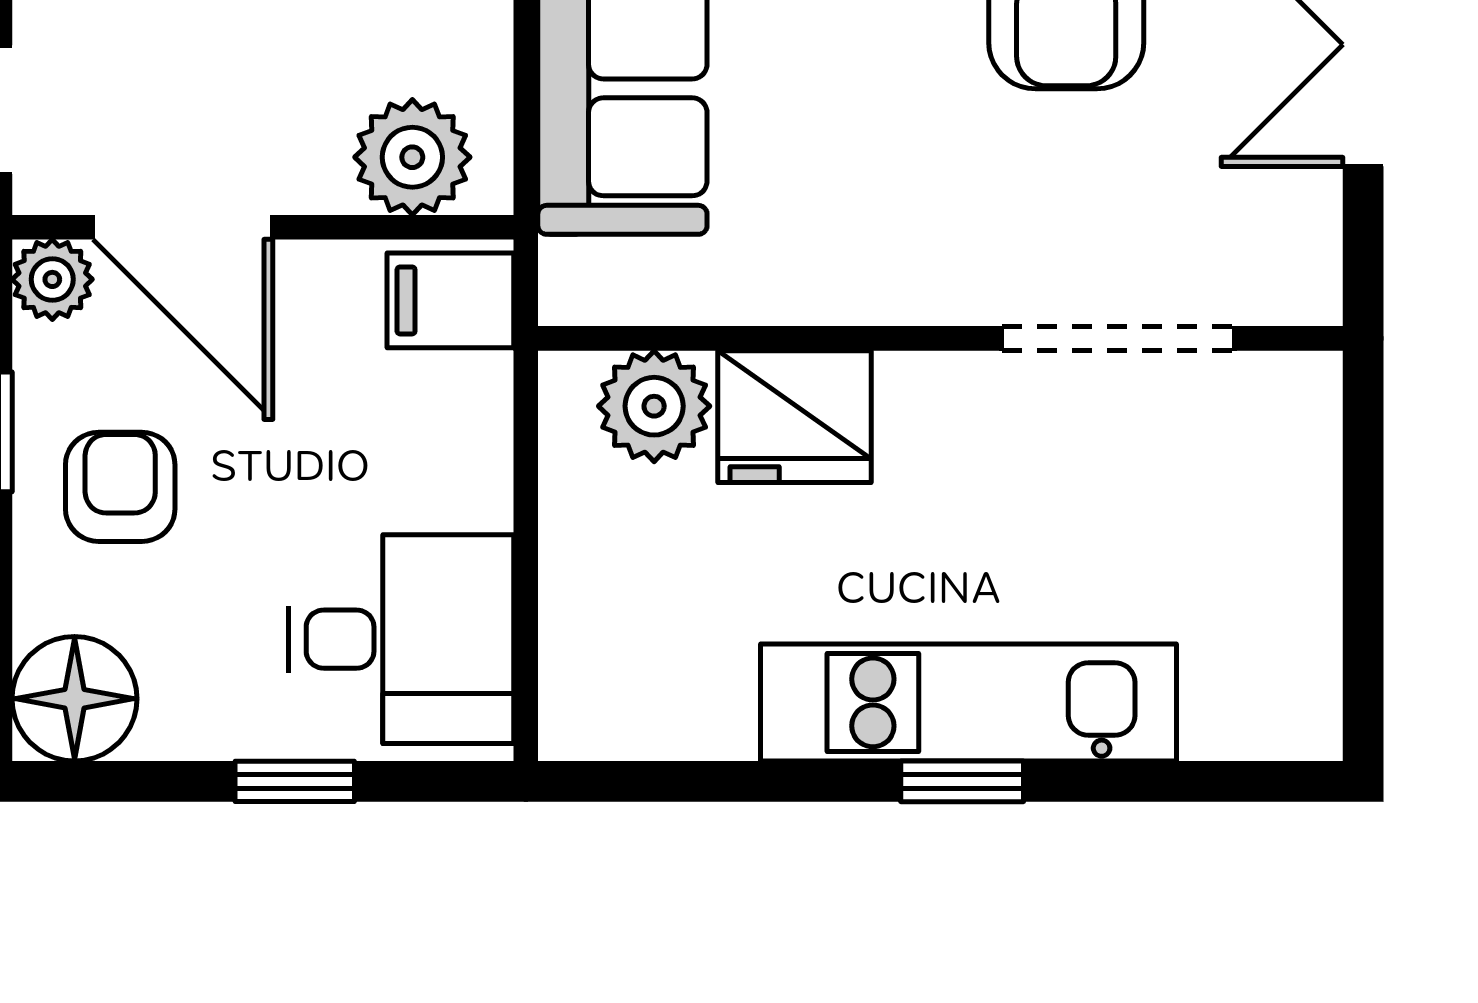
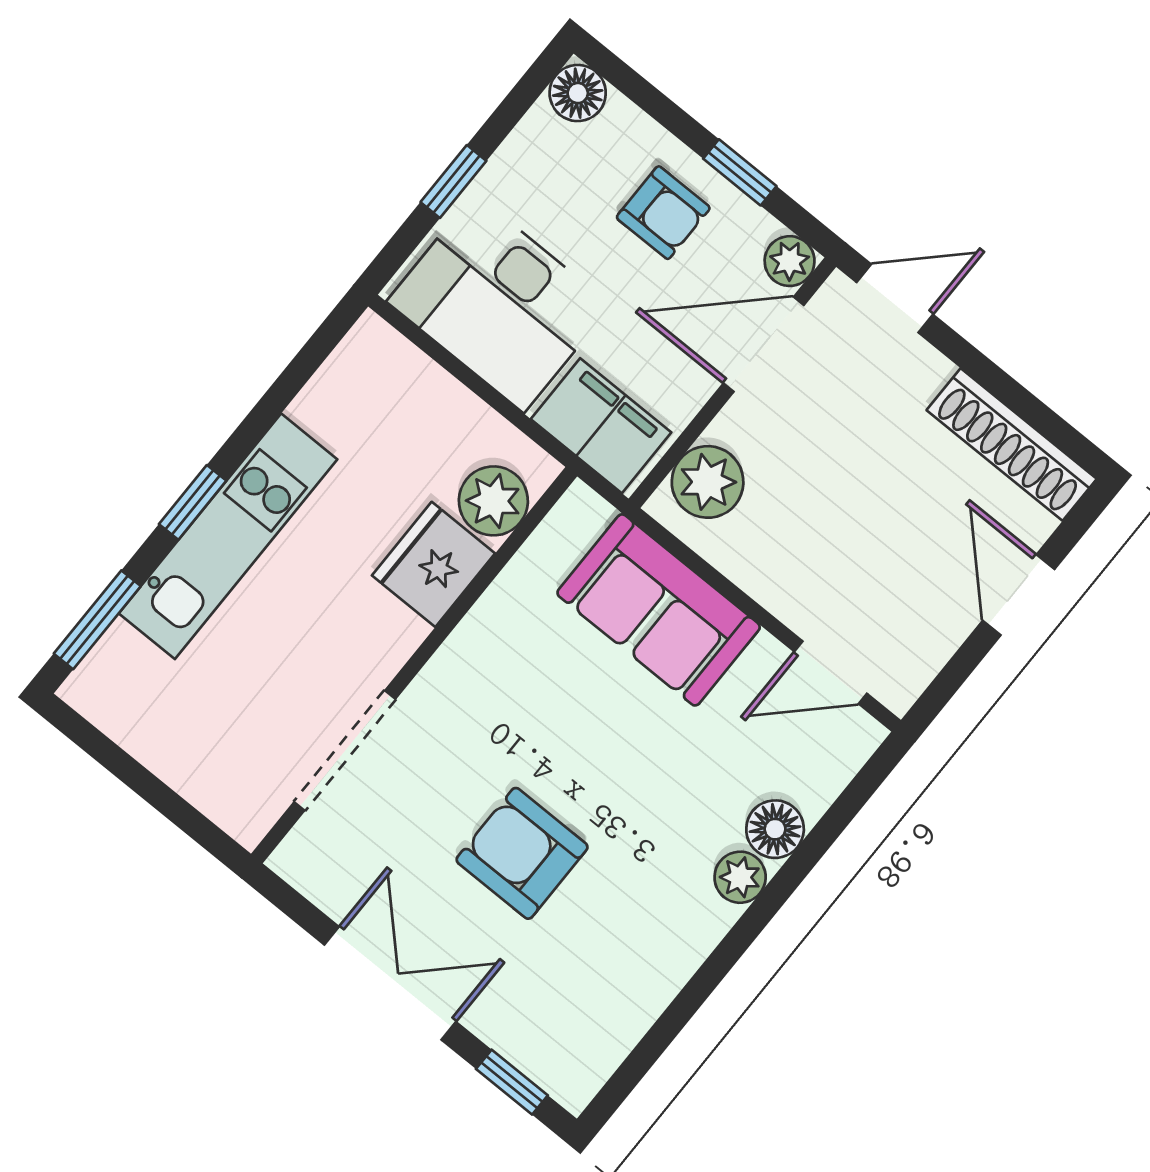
filing cabinet: (450, 300) -> (601, 426), width x2.00
desk: (401, 639) -> (499, 303), width x1.37
floor lamp: (75, 699) -> (578, 93), width x0.73, depth x0.73
window: (1206, 781) -> (97, 620), added

